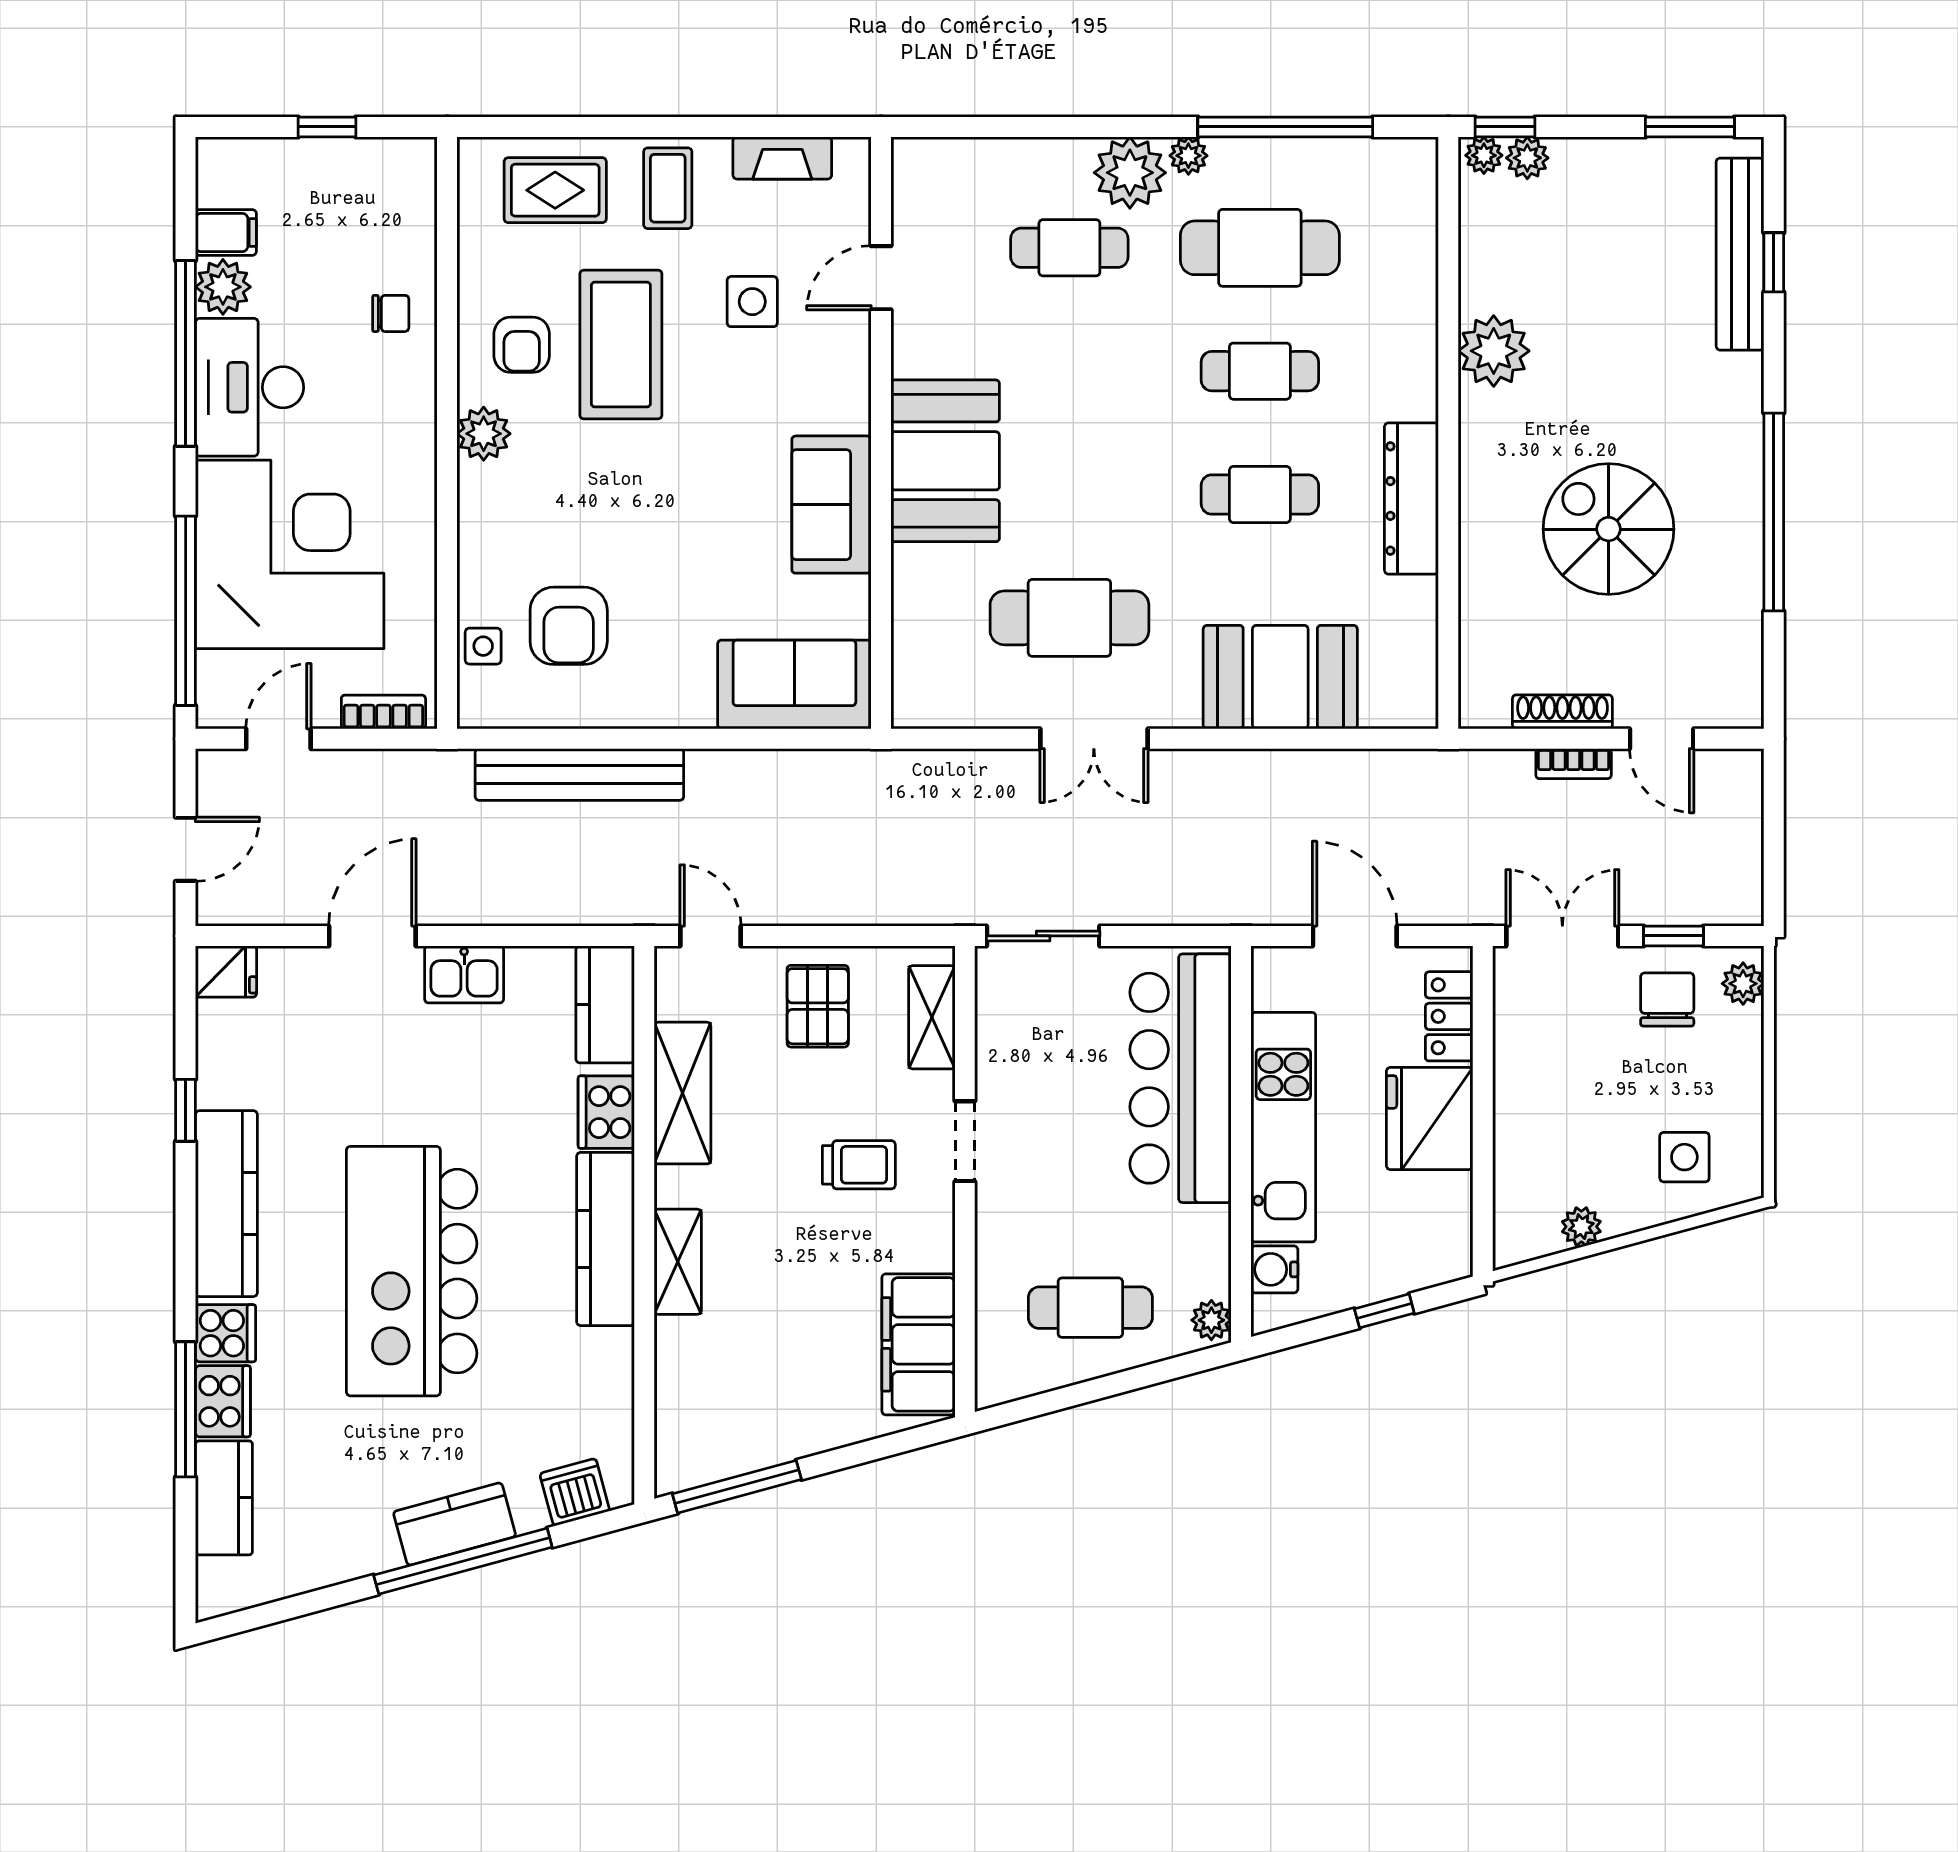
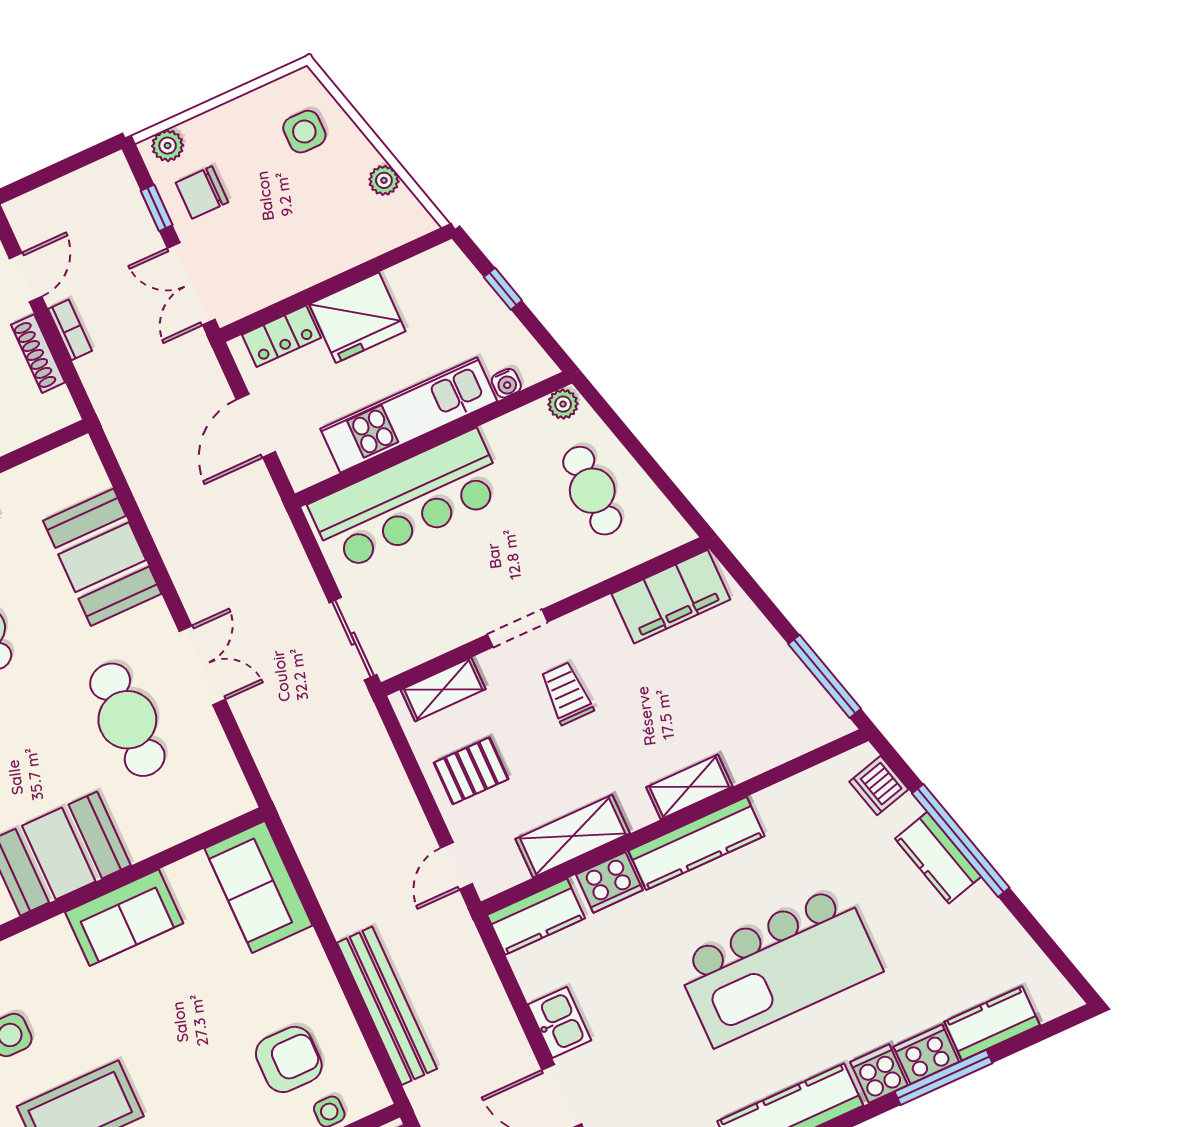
water cooler: (1274, 1269) -> (506, 383), width x0.72, depth x0.72

